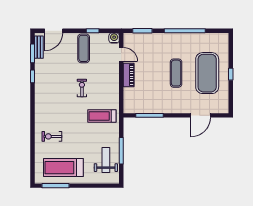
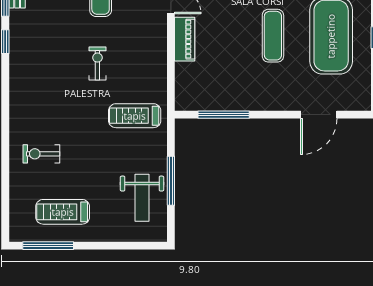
weight bench: (106, 160) -> (142, 198), turned 180
treadmill: (63, 168) -> (63, 212), width x0.73, depth x0.73

